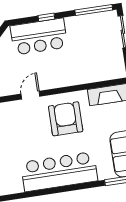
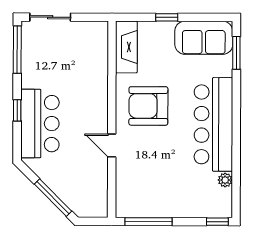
plant: (17, 187) -> (225, 180), added

